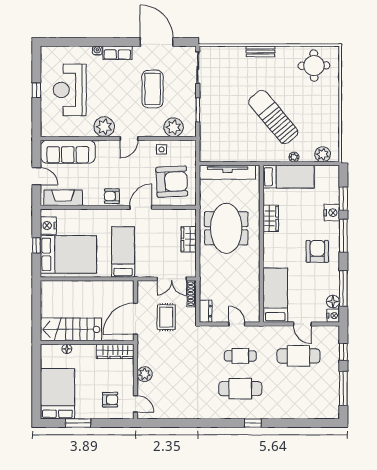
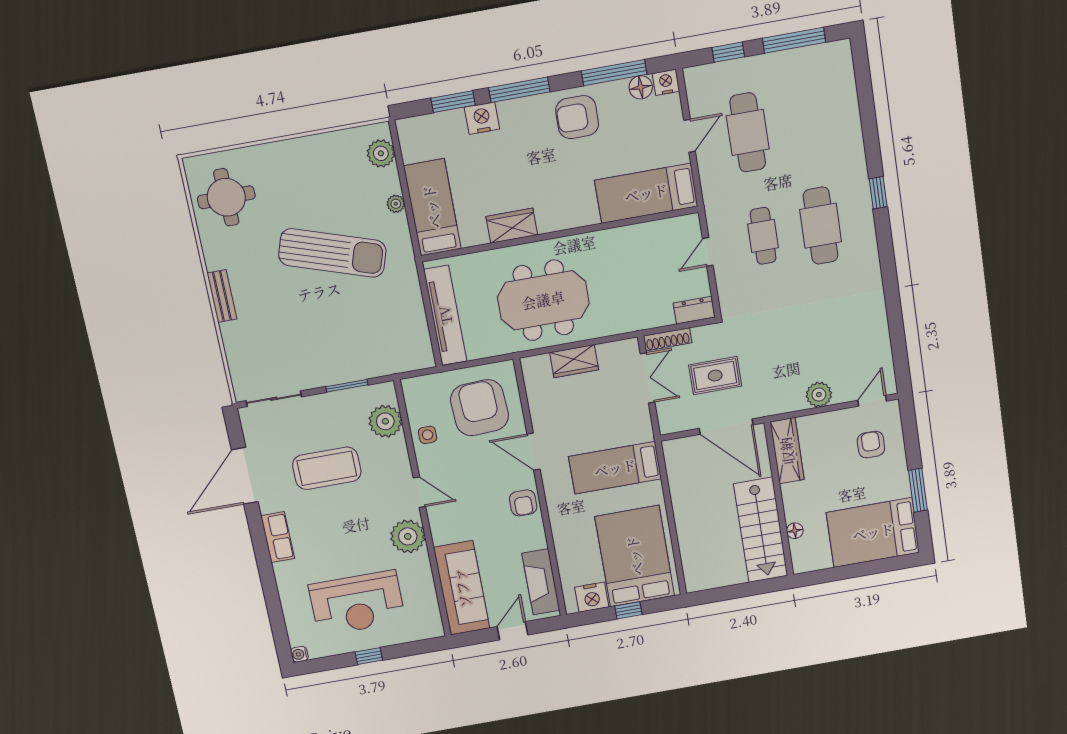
water cooler: (97, 51) -> (300, 654), moved
sun lounger: (273, 117) -> (332, 253), turned -122
armchair: (317, 251) -> (577, 117), moved

